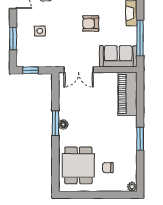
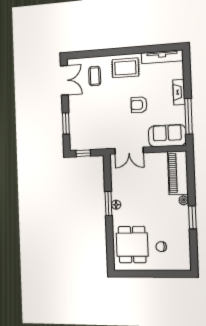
side table: (40, 31) -> (90, 115), removed
plant: (132, 187) -> (184, 200), moved

